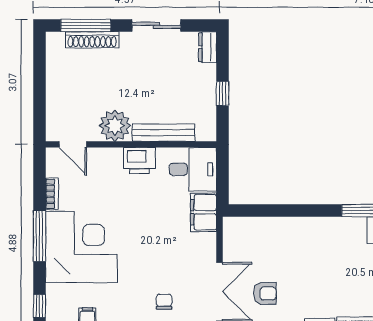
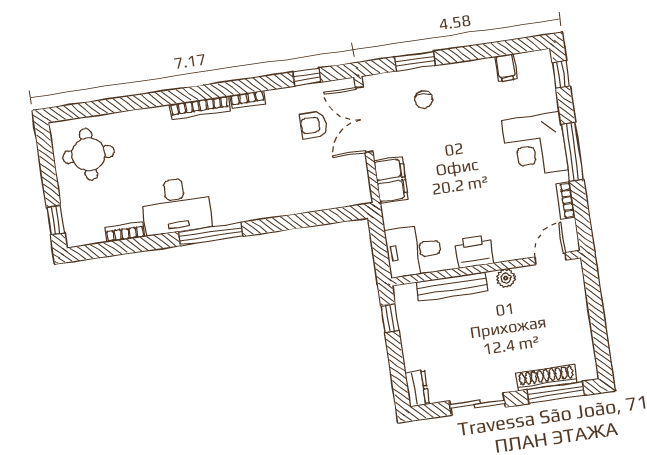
window: (223, 94) -> (390, 318), moved
plant: (115, 126) -> (506, 278), width x0.53, depth x0.53
door: (73, 144) -> (551, 259), hinge flipped
filing cabinet: (203, 212) -> (391, 180), moved
corner desk: (81, 247) -> (535, 145), width x0.74, depth x0.74

